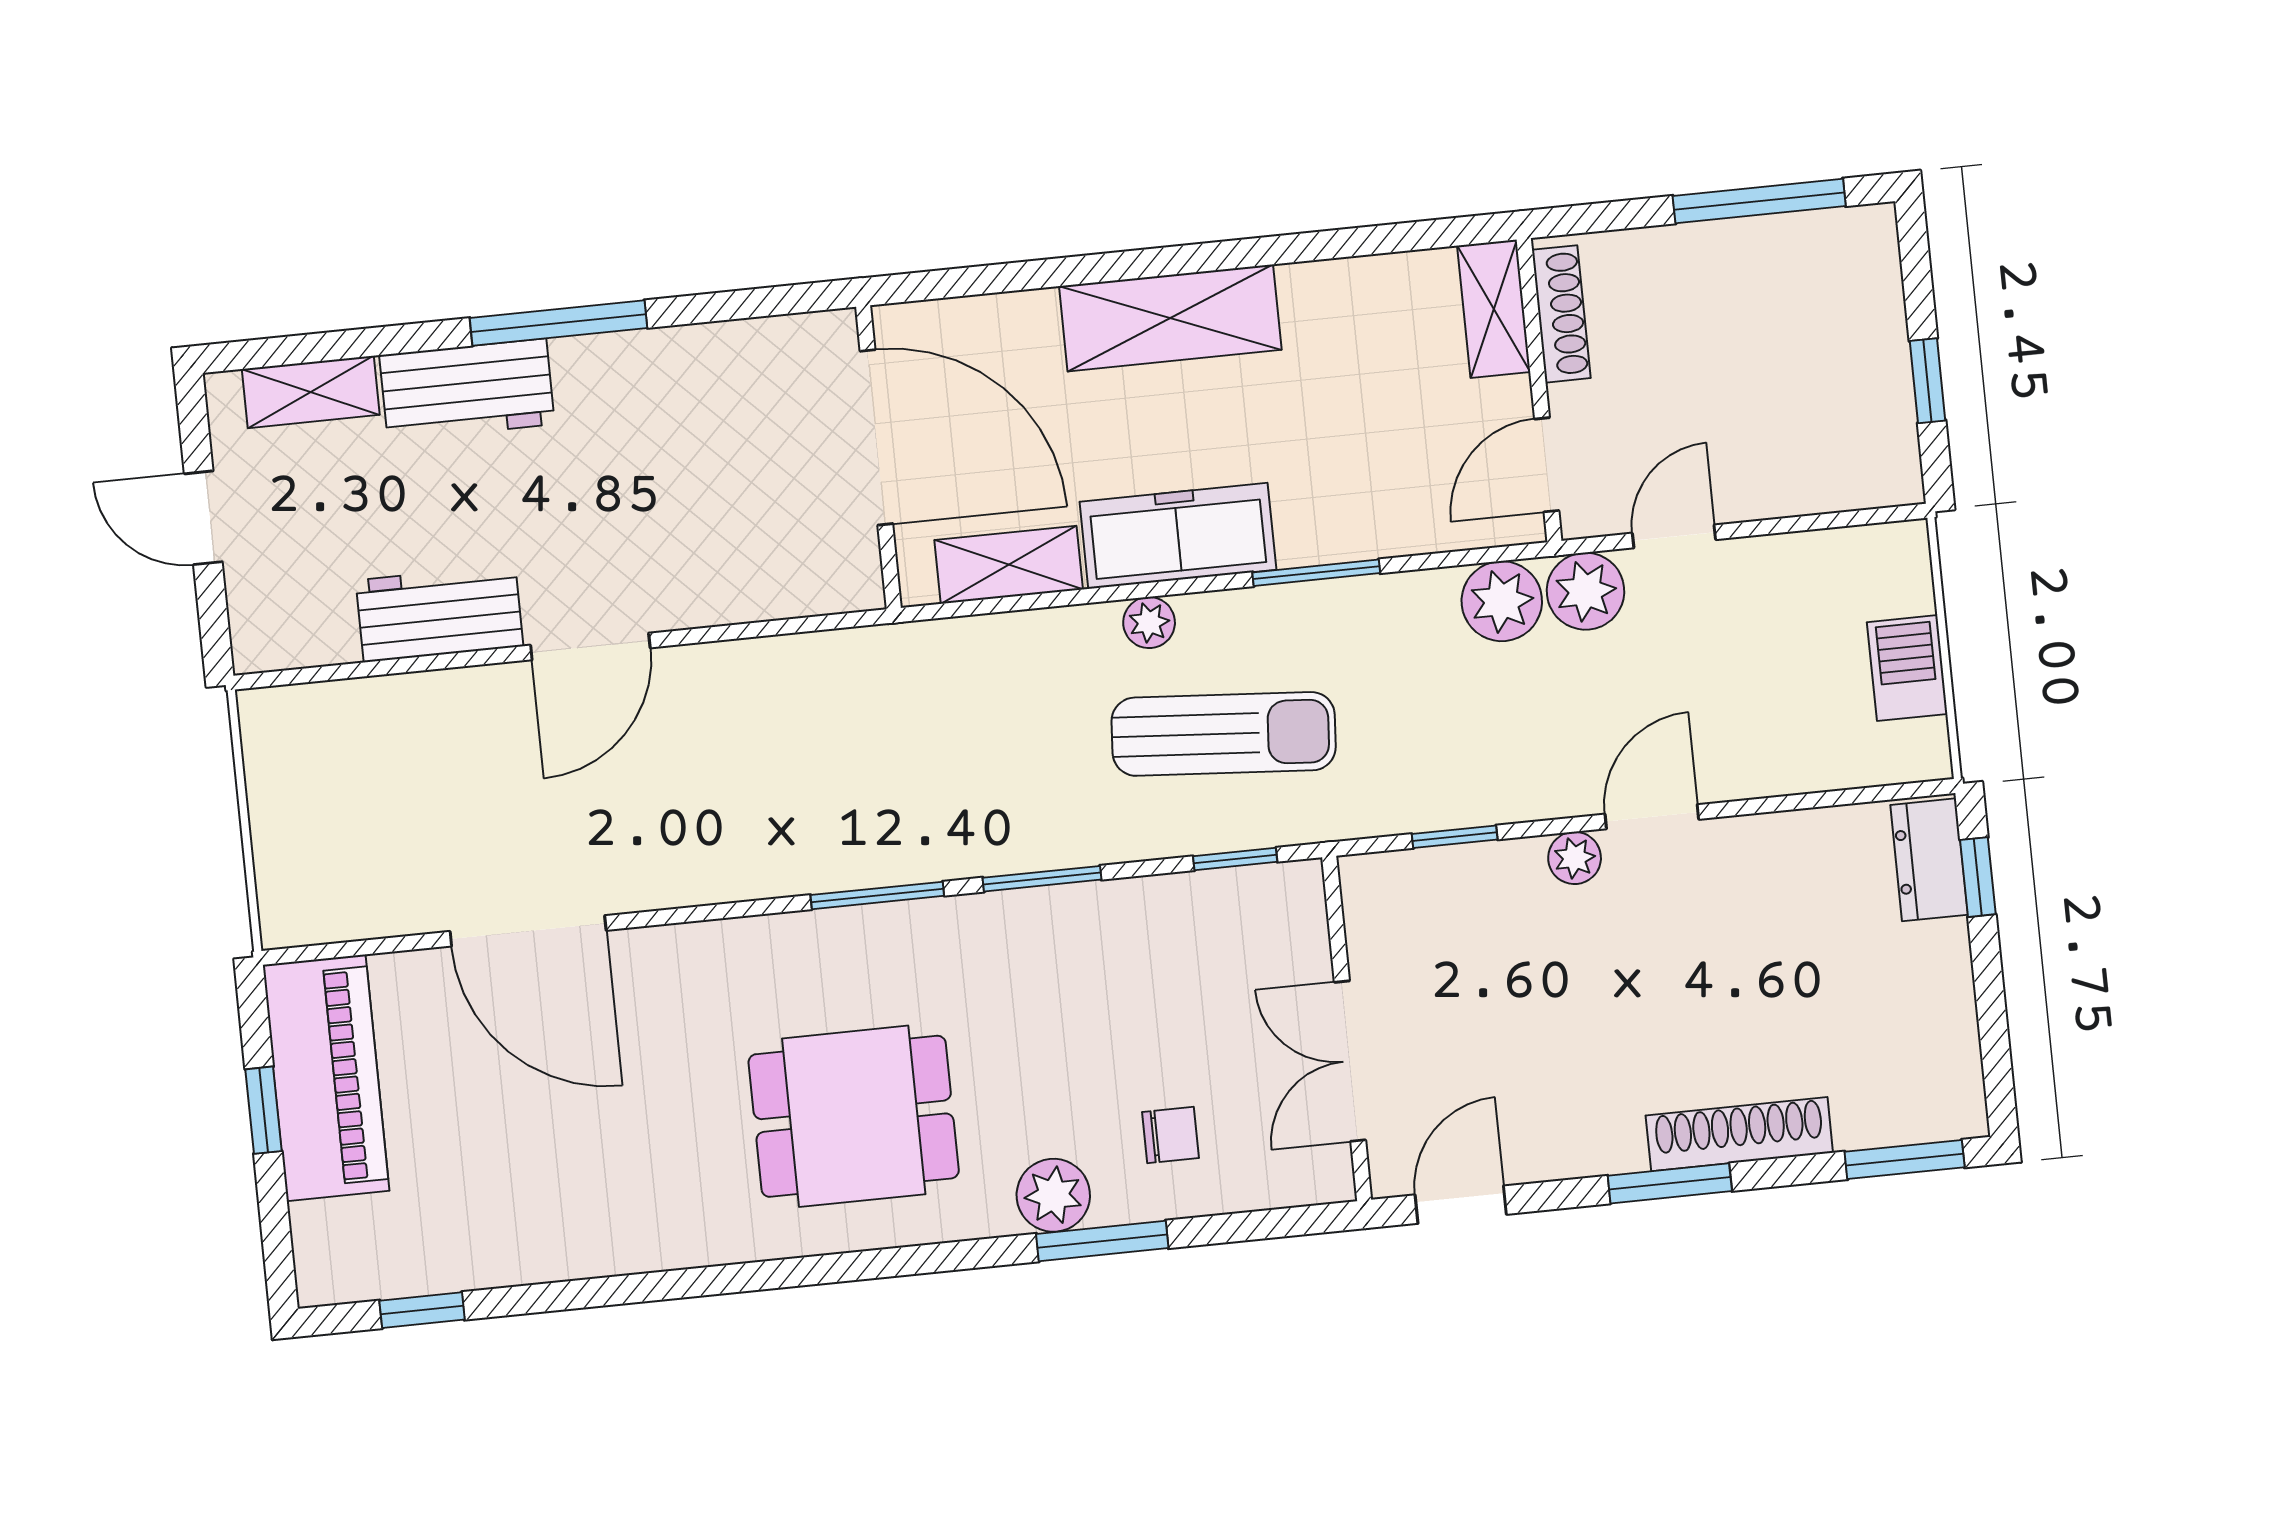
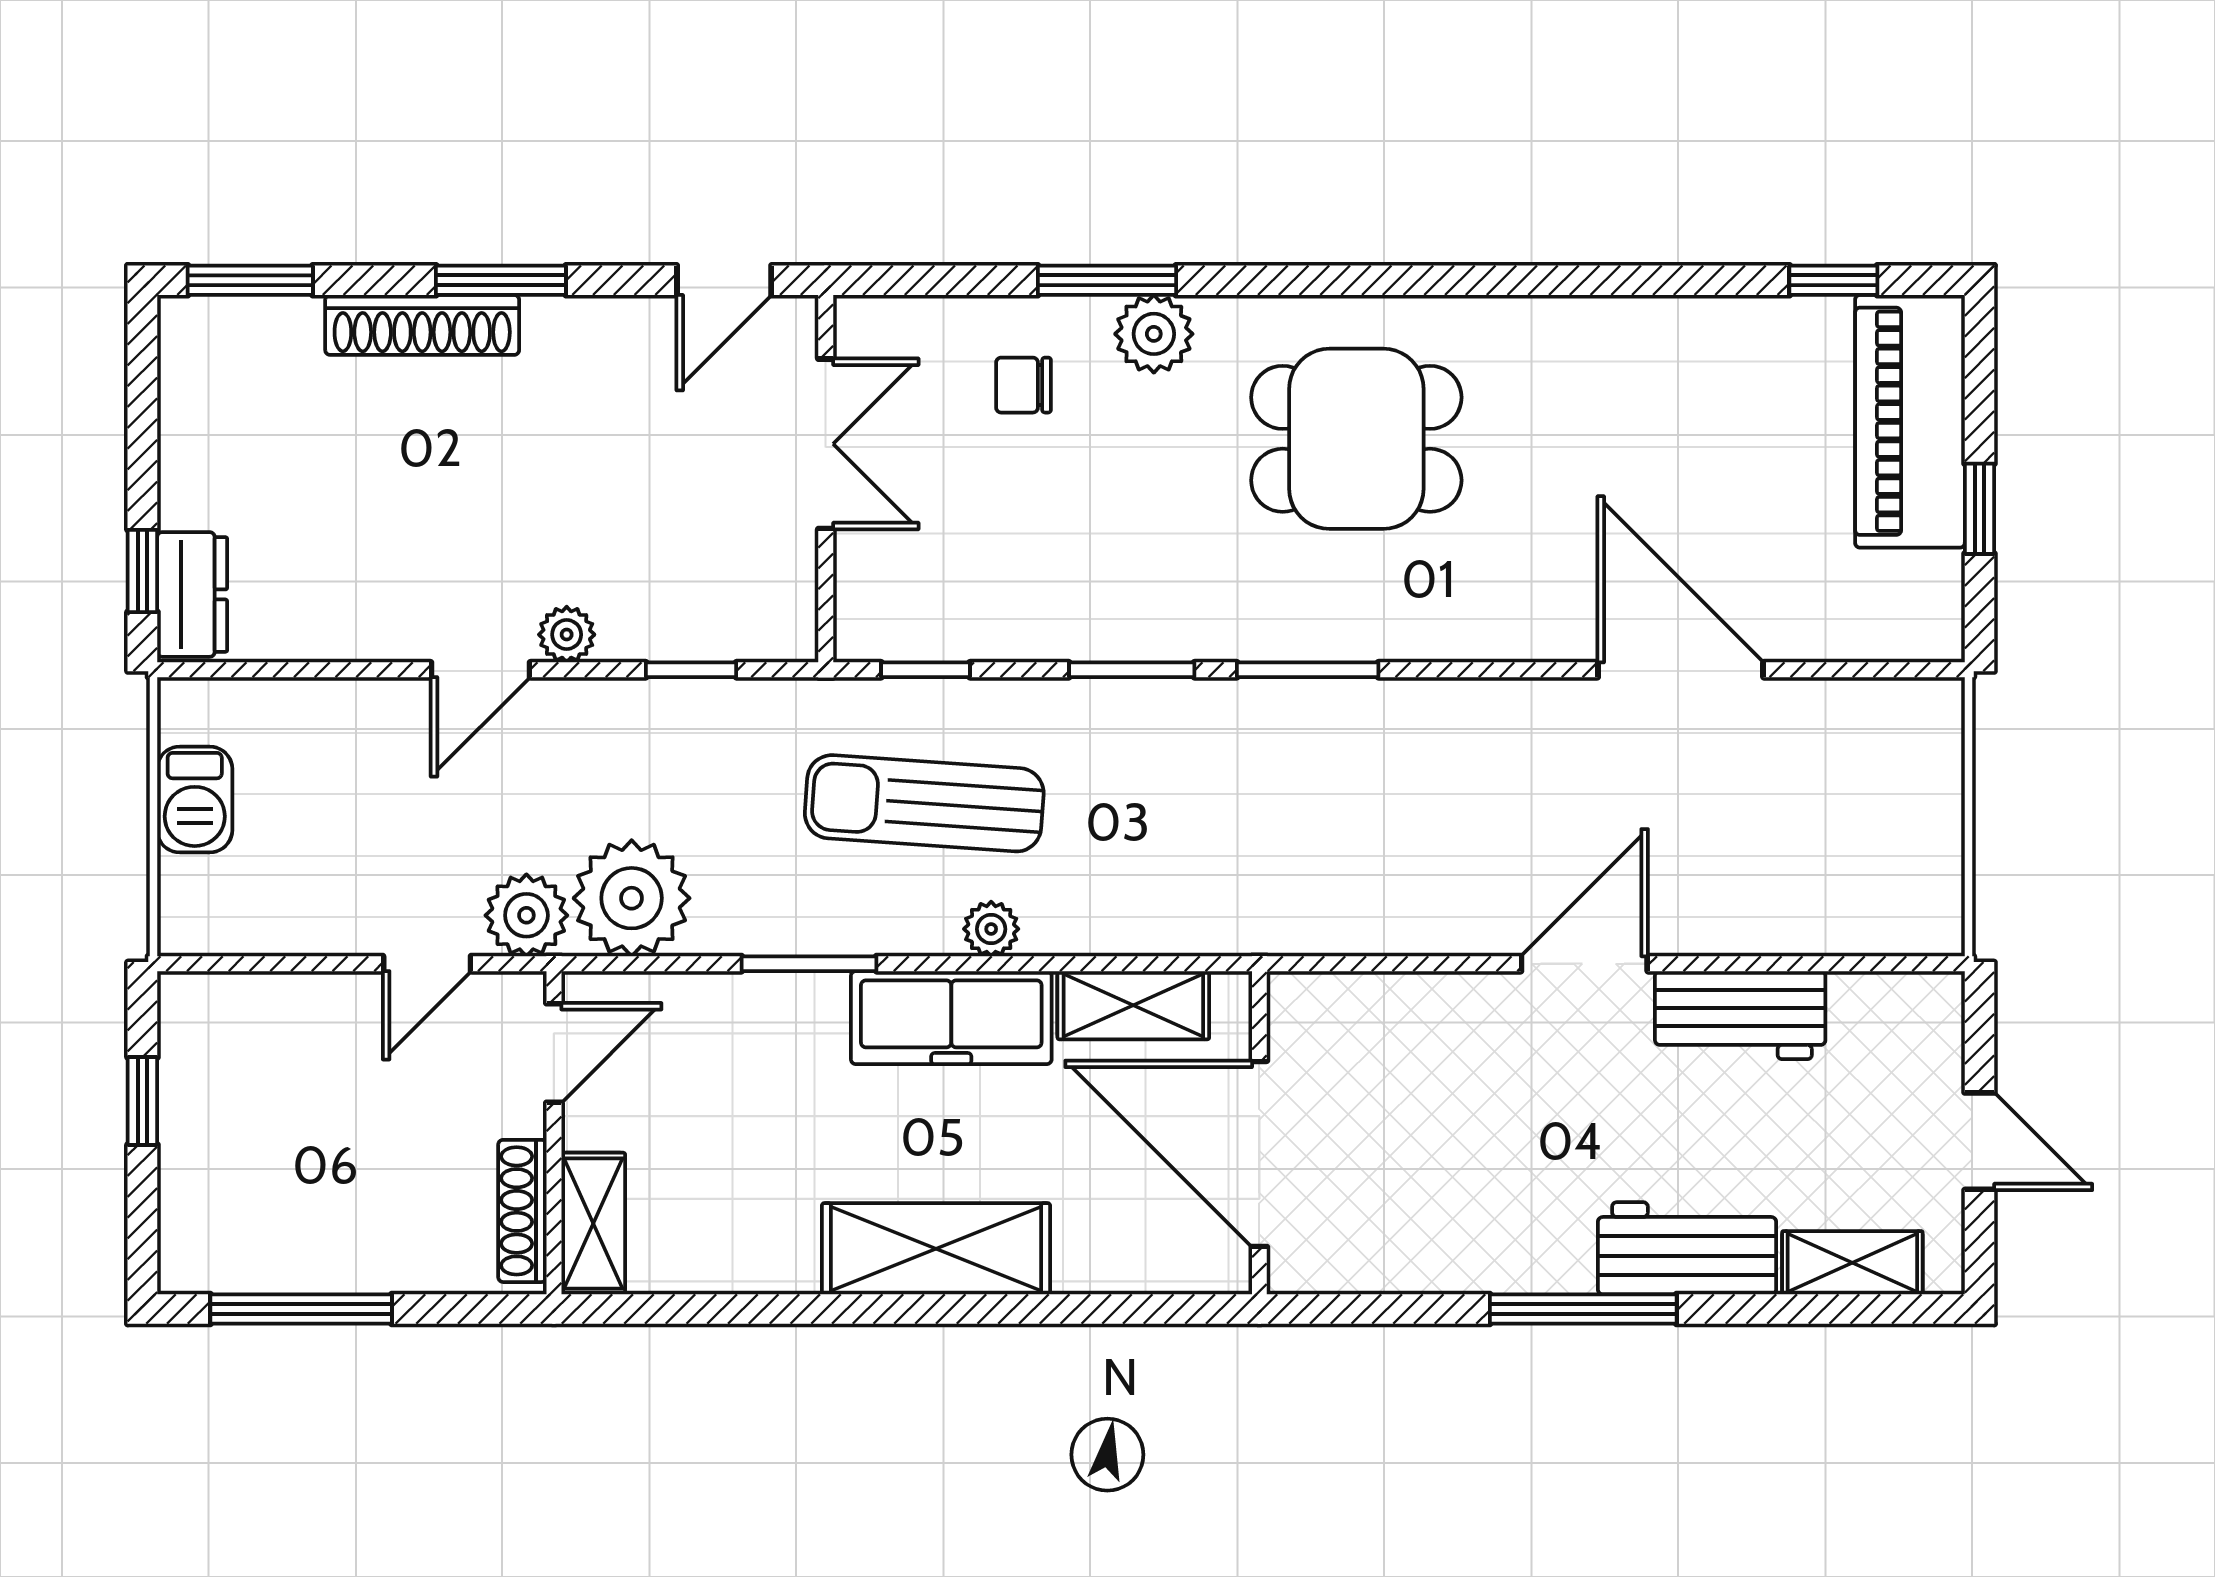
plant: (1502, 601) -> (632, 898), width x1.36, depth x1.36
piano: (326, 1078) -> (1910, 421), moved

